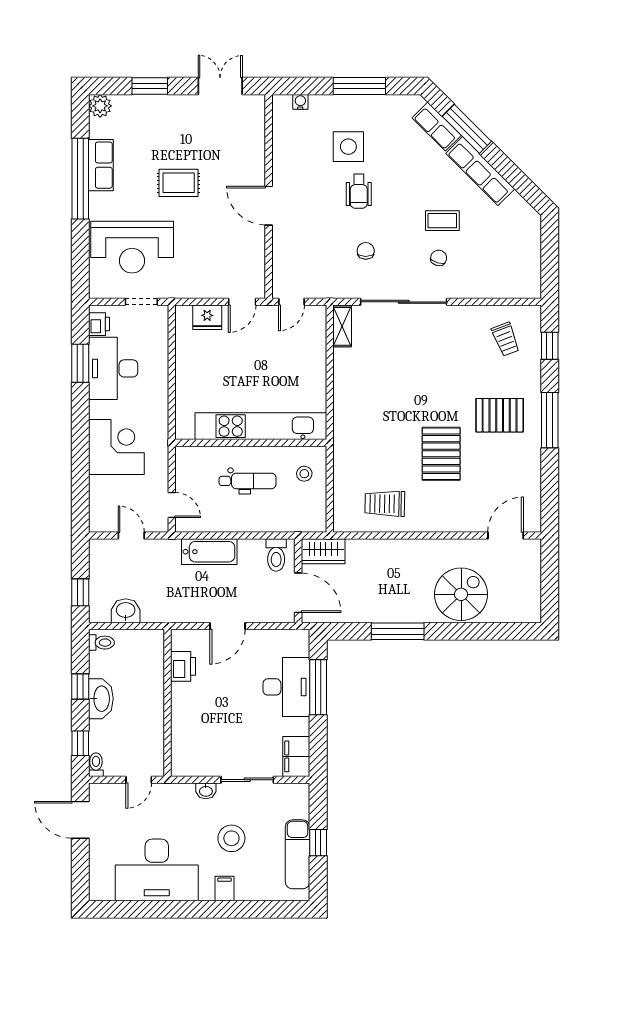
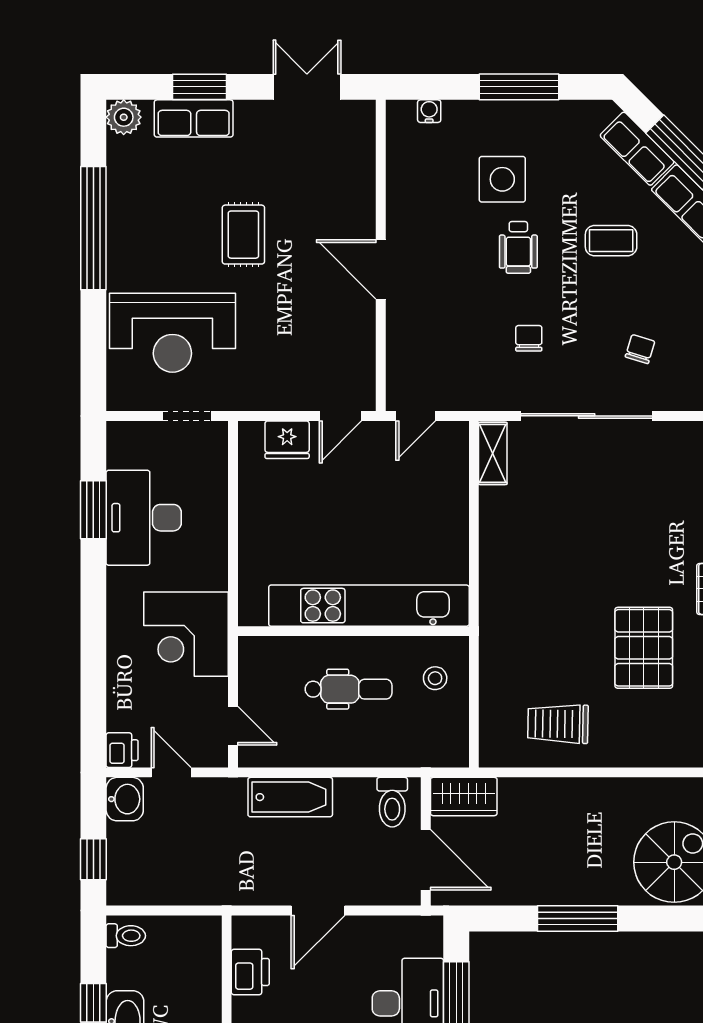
row of seats: (101, 165) -> (194, 118), moved, turned 90
rug: (179, 183) -> (243, 235), turned 90
coffee table: (442, 221) -> (611, 241), moved
printer: (99, 324) -> (122, 750), moved
corner desk: (116, 447) -> (186, 634), moved, turned 180
washbasin: (126, 611) -> (125, 799), moved, turned 90

